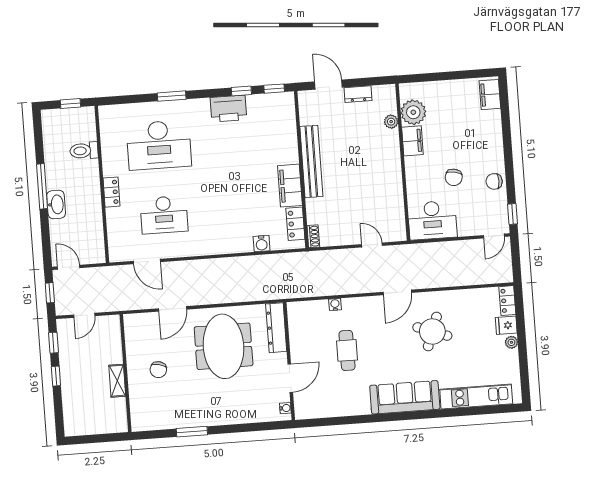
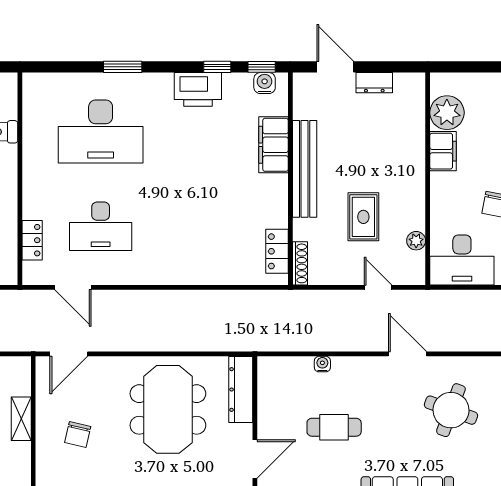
plant: (391, 122) -> (416, 241), moved
filing cabinet: (290, 186) -> (273, 145), moved
locker: (112, 192) -> (32, 240), moved
rug: (357, 194) -> (363, 217), added
shoe rack: (313, 236) -> (300, 263), width x1.43
water cooler: (262, 244) -> (265, 83), moved, turned 180
door: (397, 292) -> (408, 354), swing flipped
door: (173, 309) -> (69, 354), moved
cafe table: (347, 350) -> (334, 427), turned 90
shelving: (117, 381) -> (21, 419), moved

